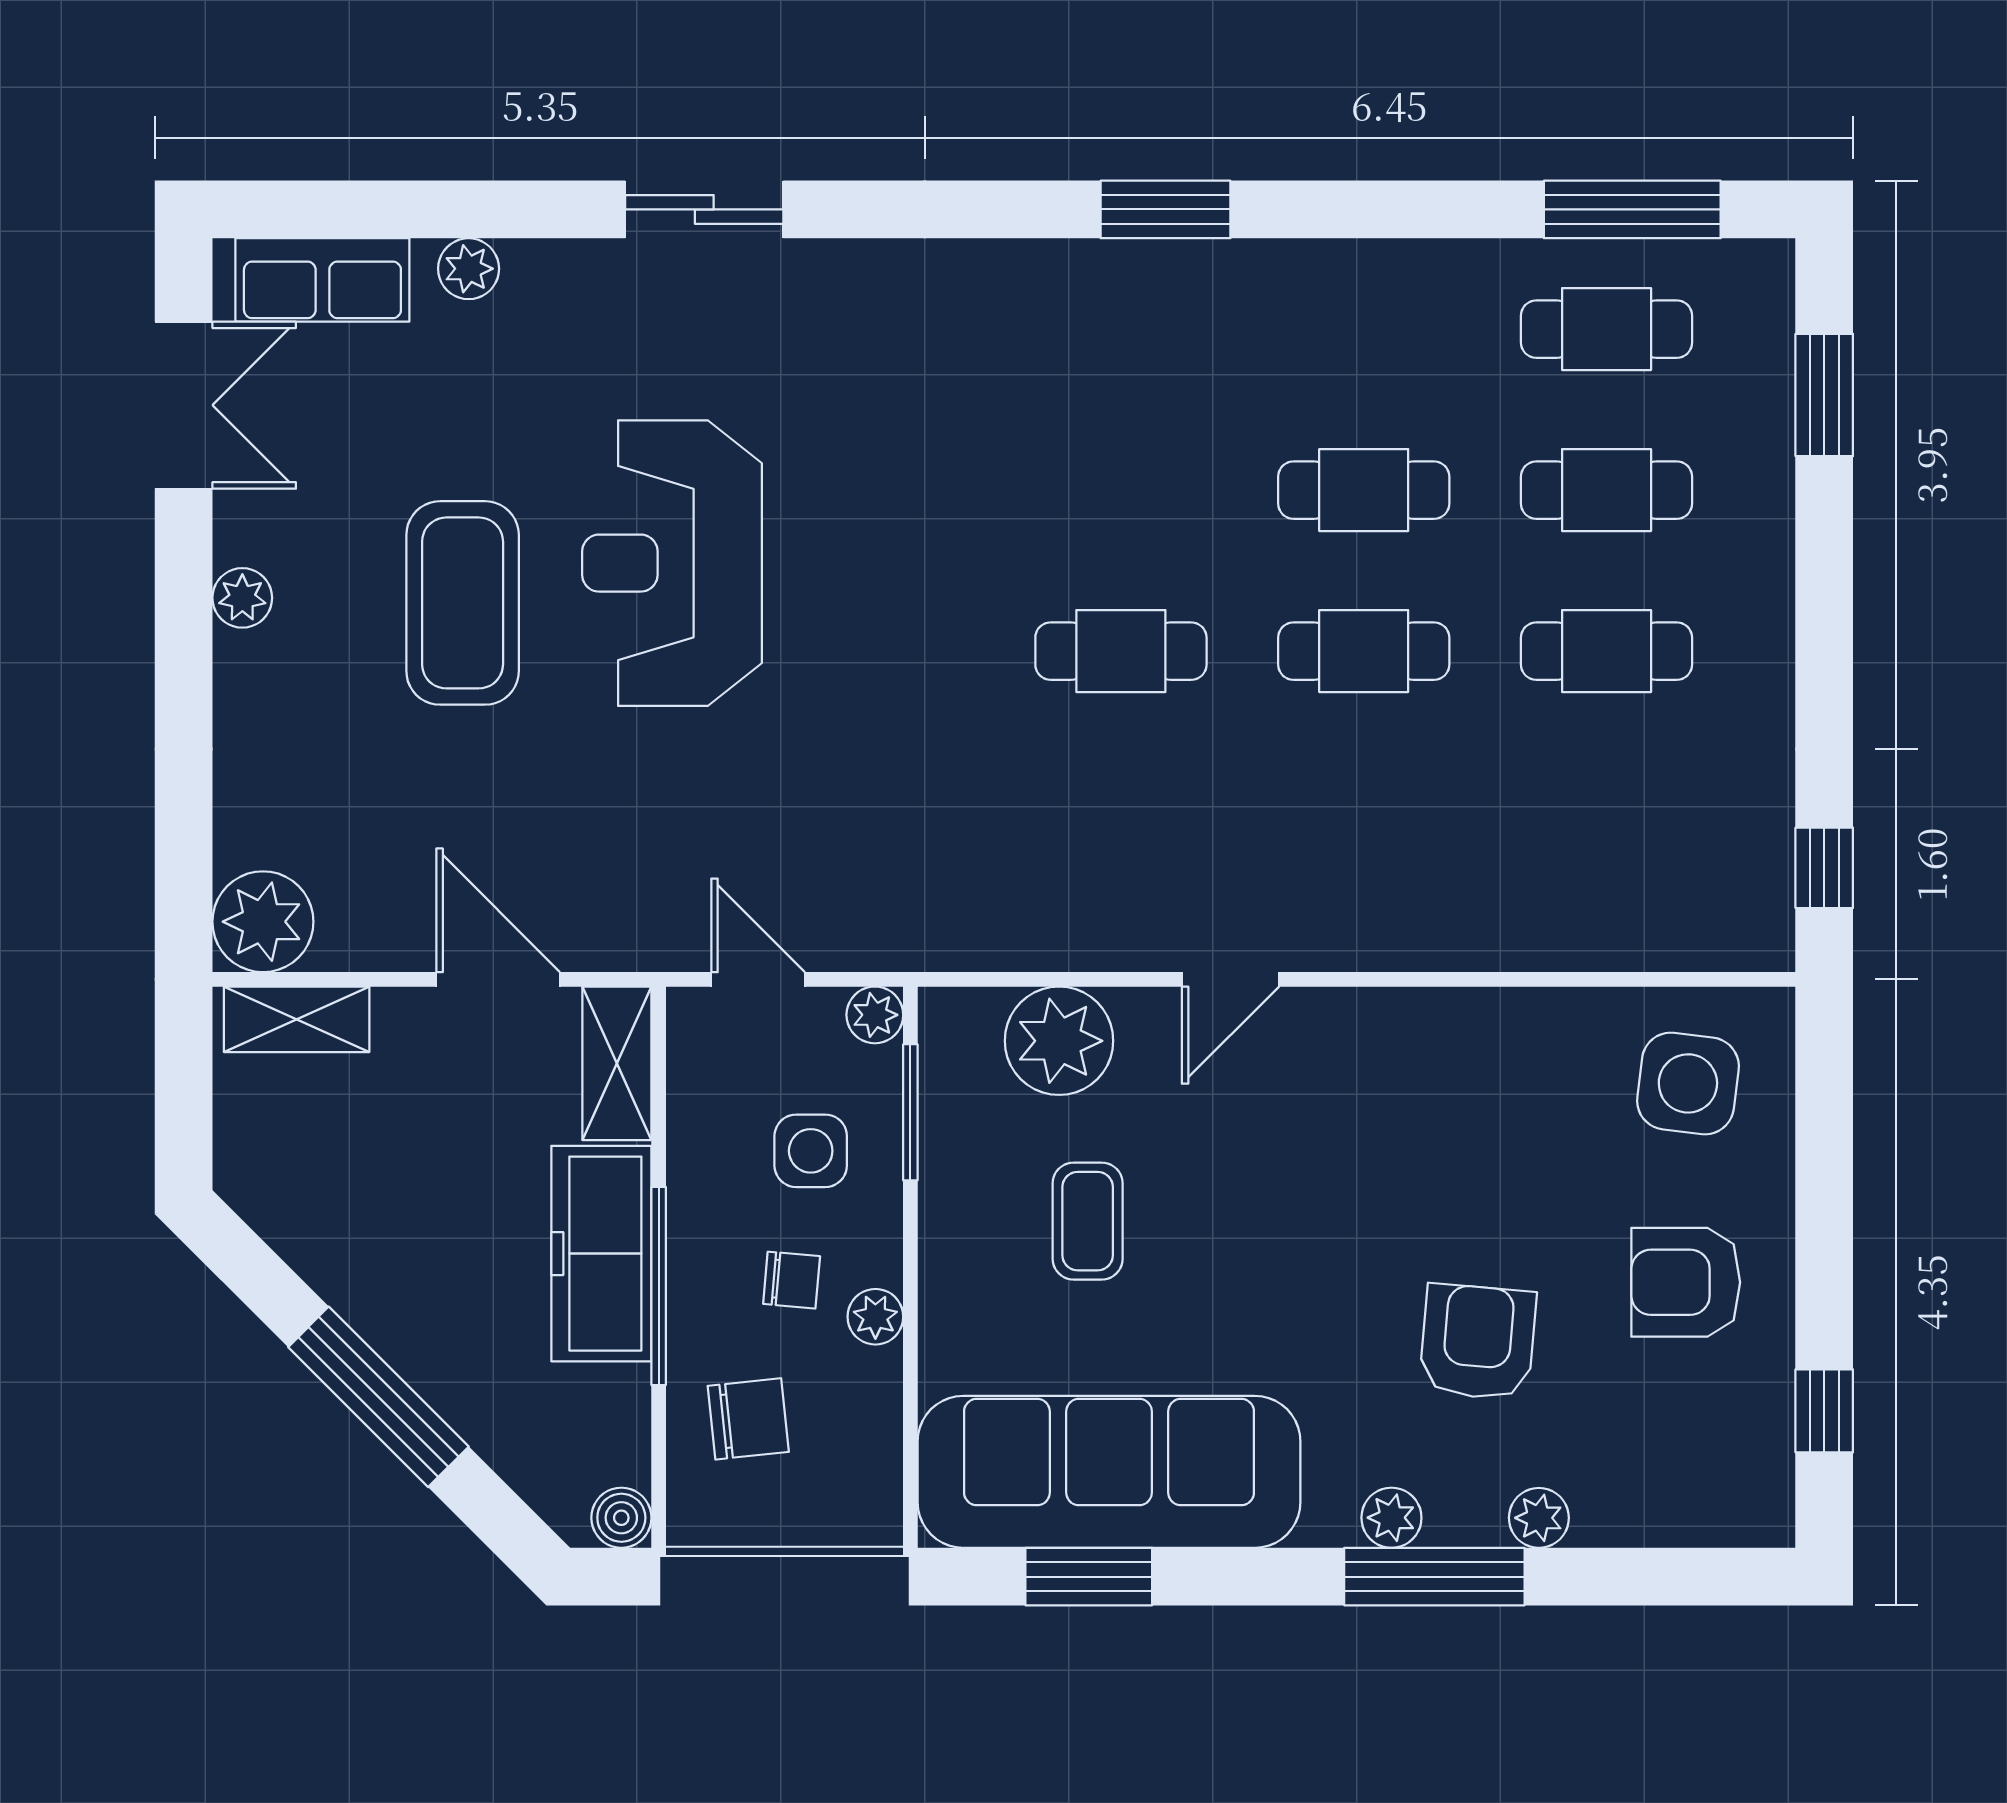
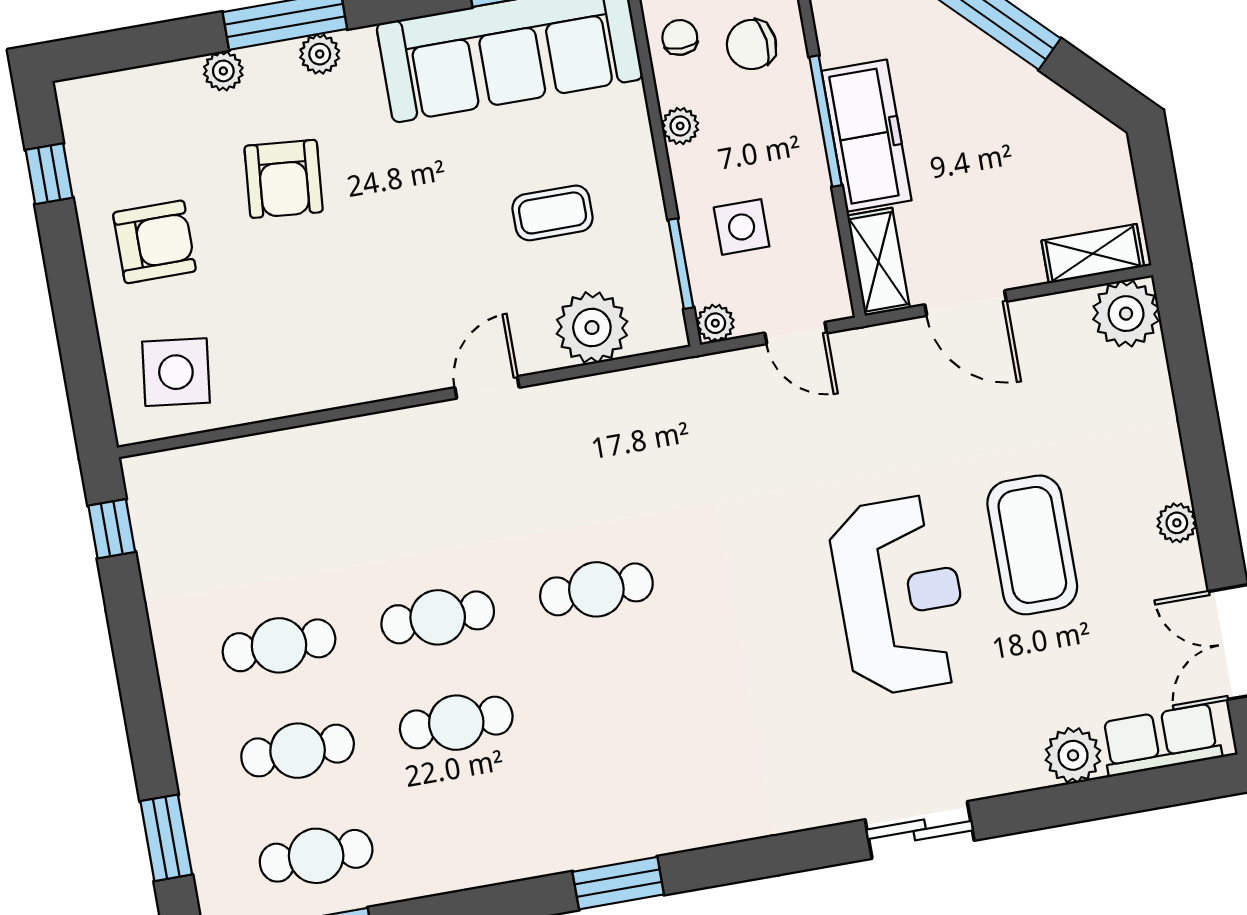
plant: (469, 269) -> (1073, 755), width x1.38, depth x1.38
coffee table: (1088, 1221) -> (552, 213), turned 90
chair: (792, 1280) -> (680, 37), moved, turned 85

